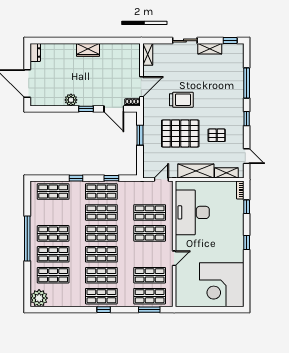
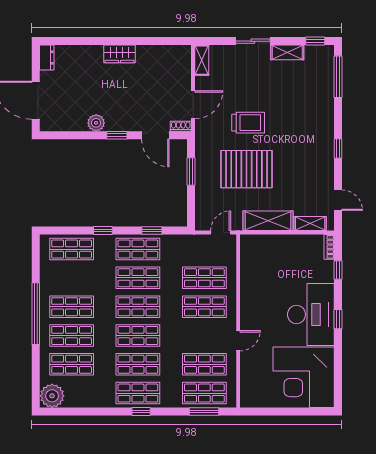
window: (247, 83) -> (338, 77), moved
pallet: (217, 135) -> (297, 172), removed
desk: (192, 212) -> (311, 315), moved, turned 180

